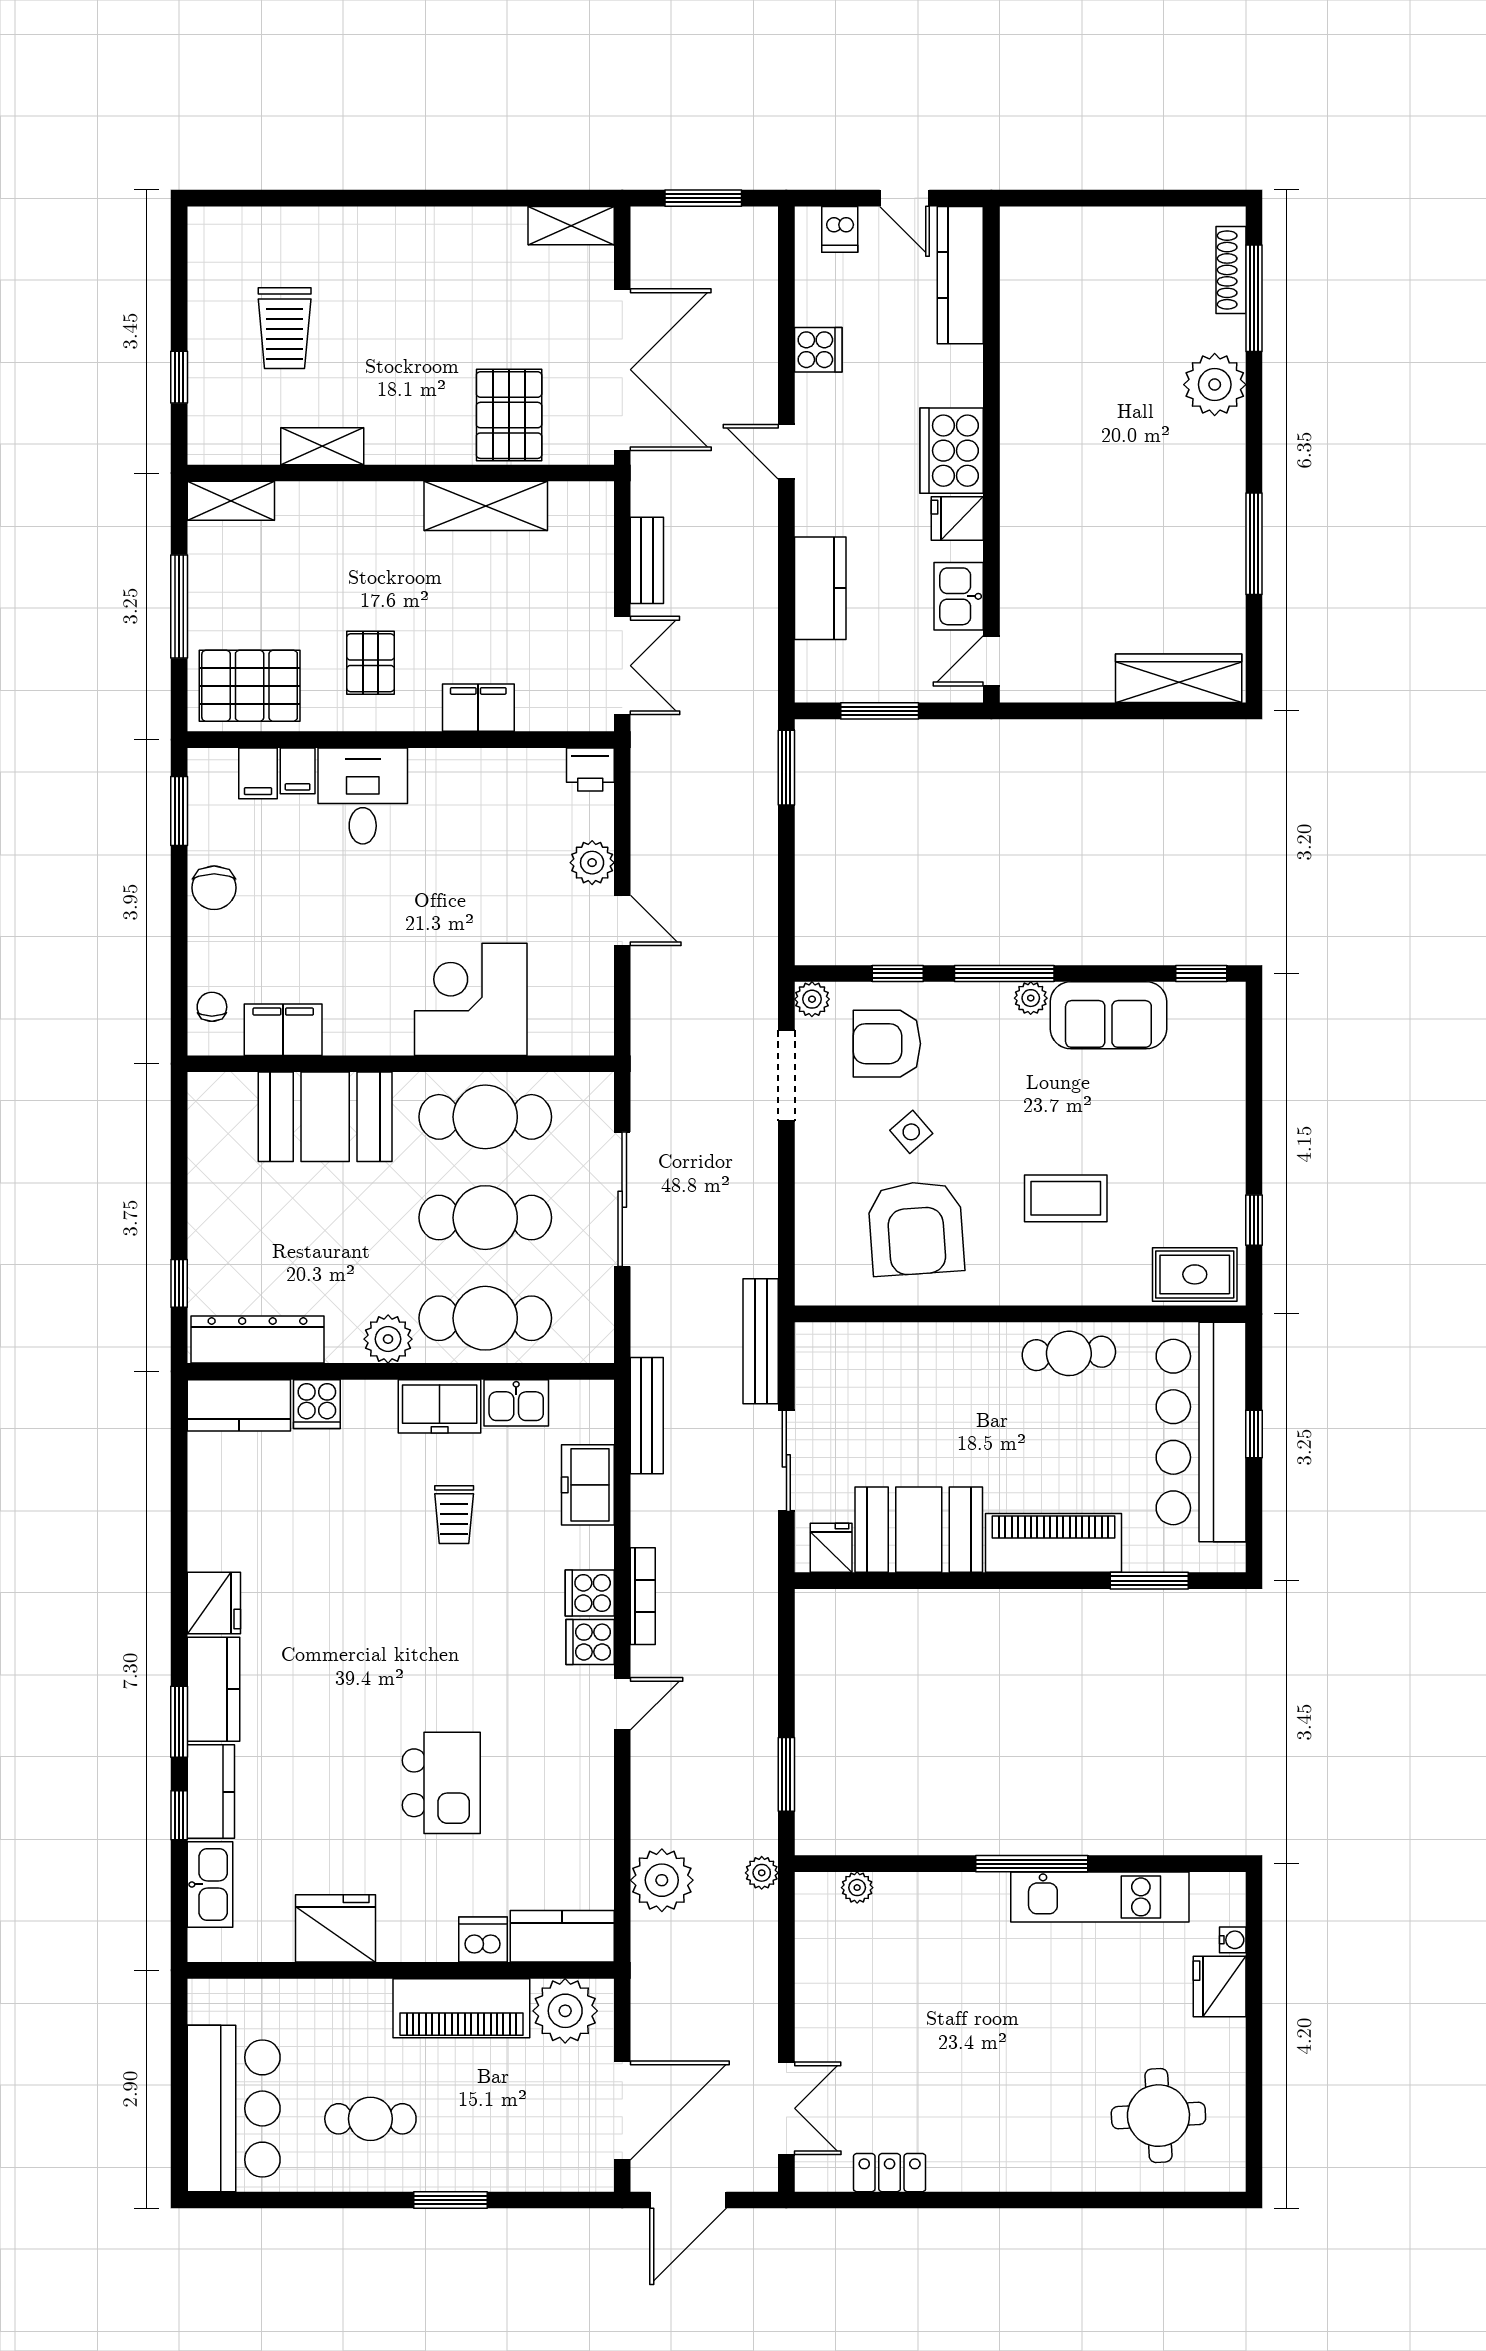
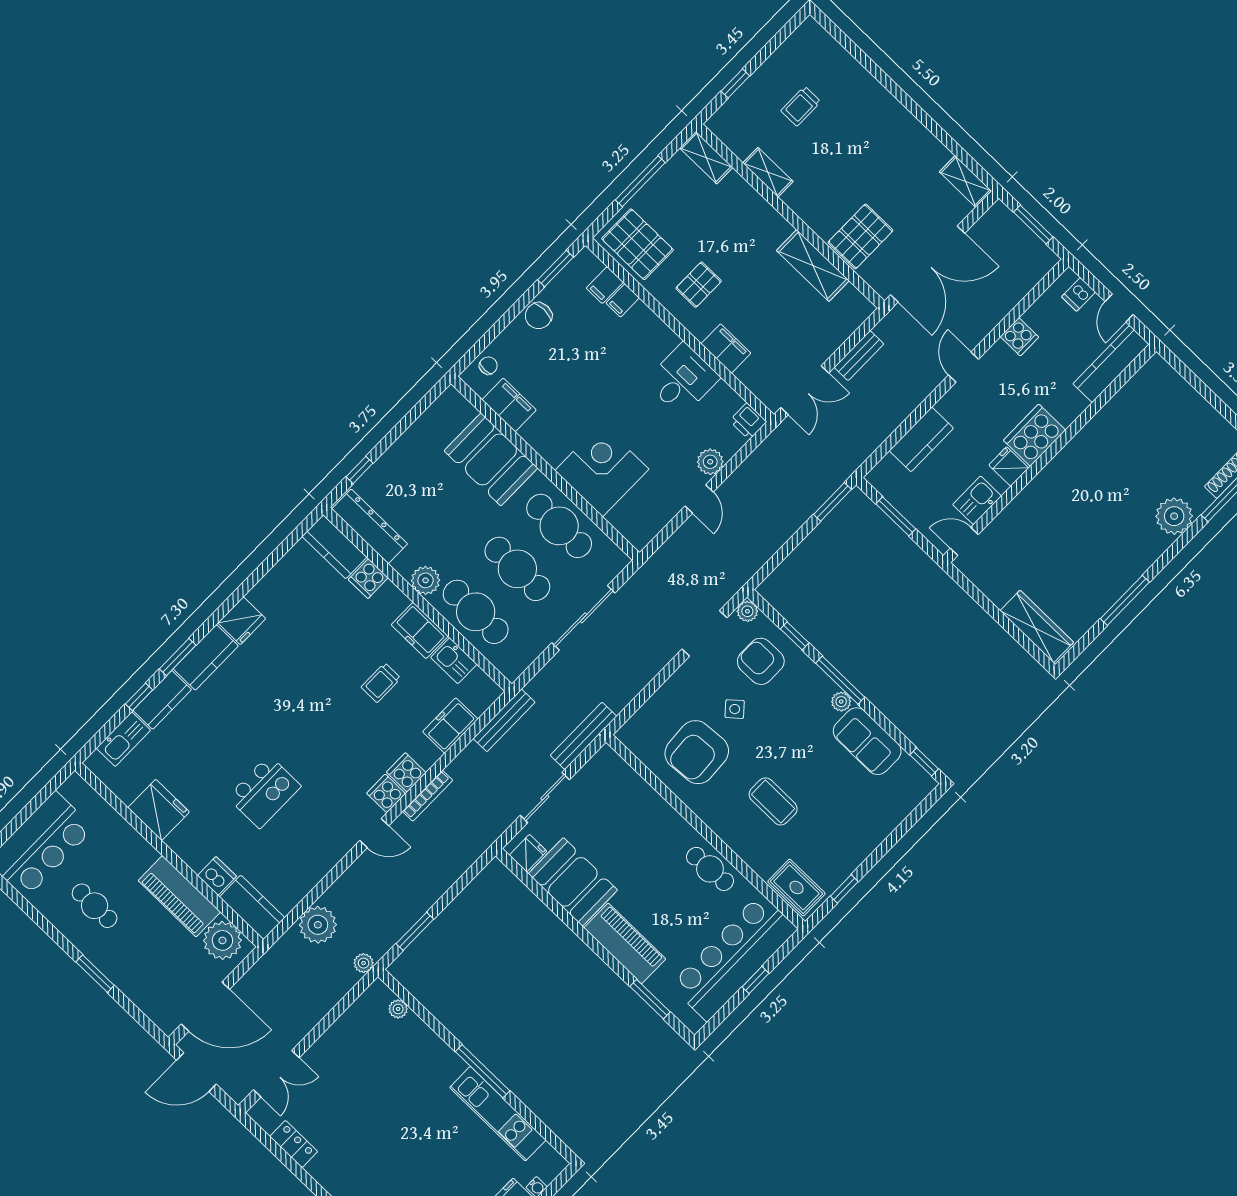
trolley: (285, 328) -> (801, 106), width x0.73, depth x0.72
desk: (363, 796) -> (683, 380), moved

